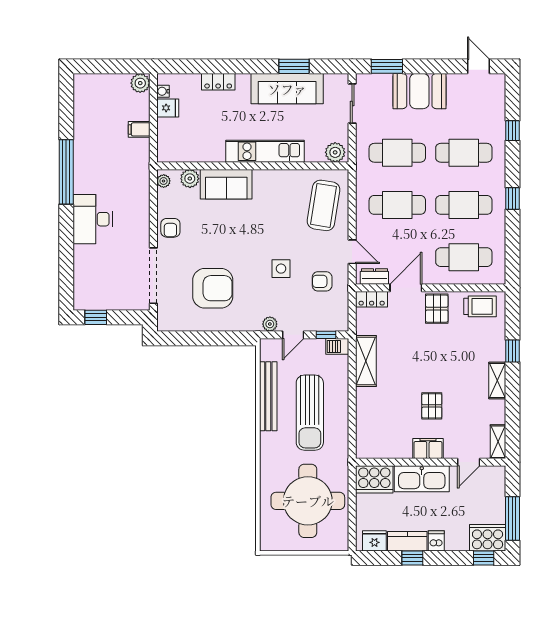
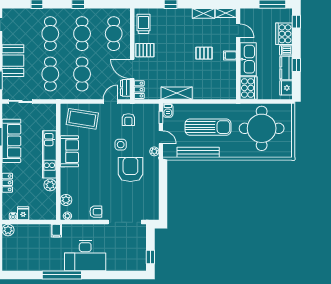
filing cabinet: (139, 129) -> (56, 231), moved
plant: (335, 152) -> (50, 185), moved
sofa: (226, 184) -> (69, 151), moved
desk: (93, 219) -> (85, 255), width x1.36, depth x1.30
armchair: (213, 288) -> (130, 169), moved
shelving: (497, 380) -> (203, 13), moved
filing cabinet: (428, 449) -> (230, 55), width x0.50
cooker: (488, 538) -> (284, 34), moved

